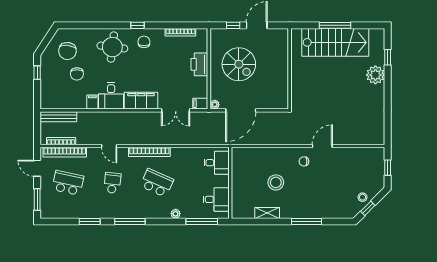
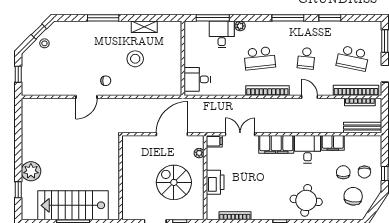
chair: (144, 42) -> (364, 172), moved
filing cabinet: (92, 102) -> (333, 143), width x2.00
plant: (215, 105) -> (199, 153), moved
school desk: (157, 183) -> (260, 58), turned -30
desk: (216, 199) -> (222, 34), moved, turned 90

